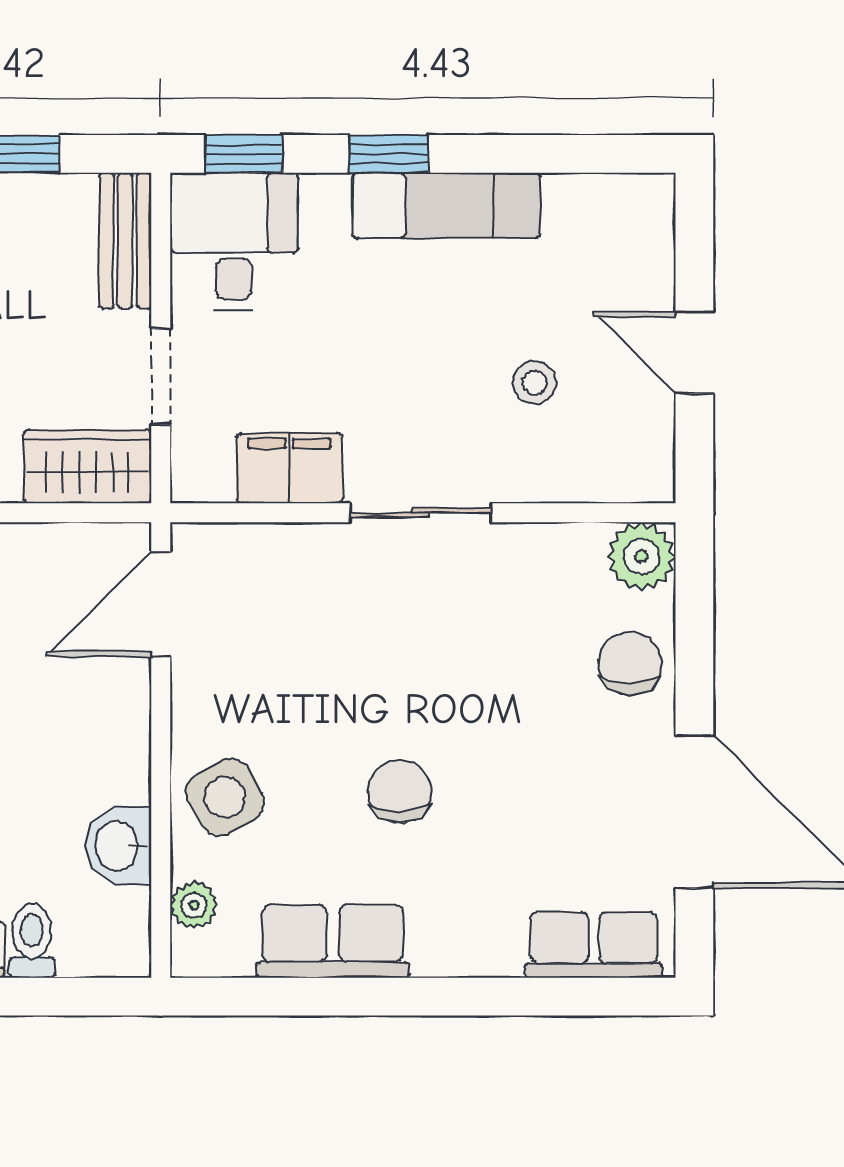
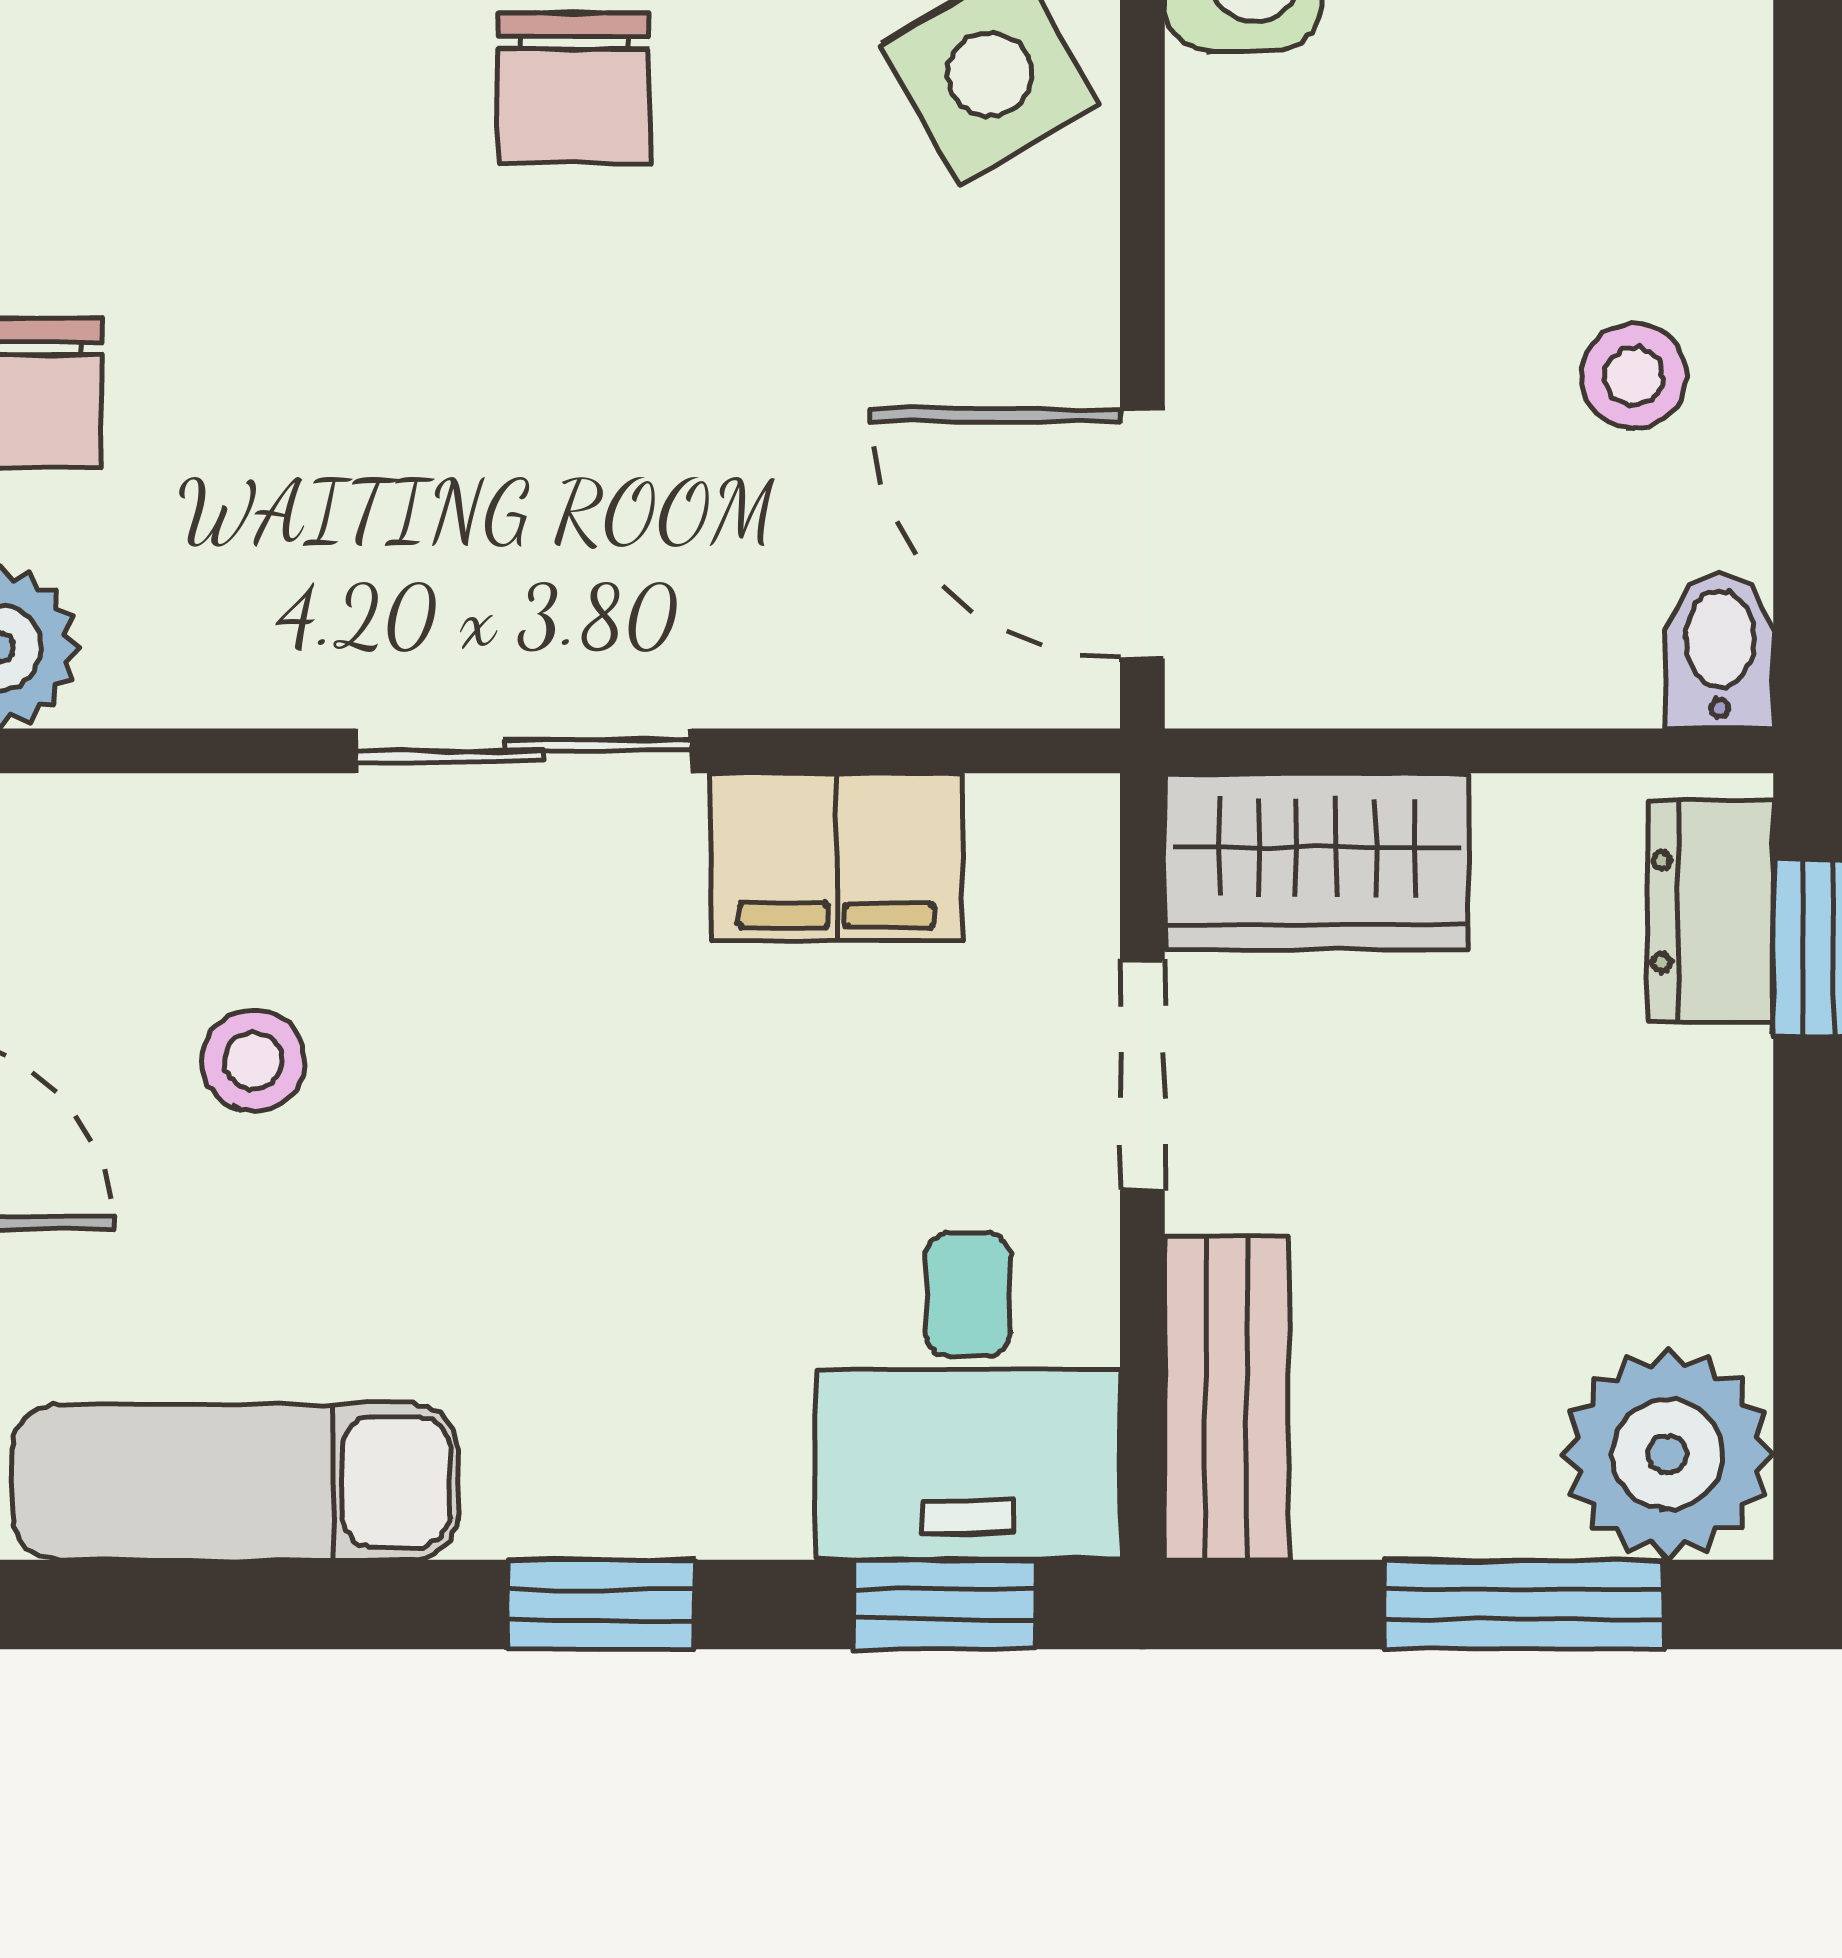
exam couch: (447, 206) -> (235, 1482), moved
door: (161, 604) -> (1142, 534), swing flipped

